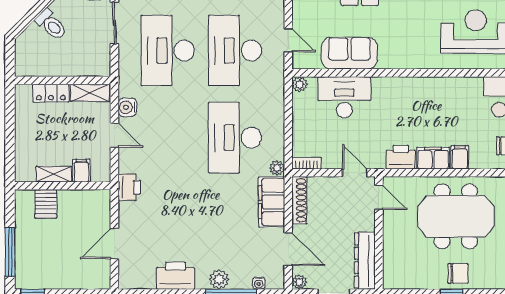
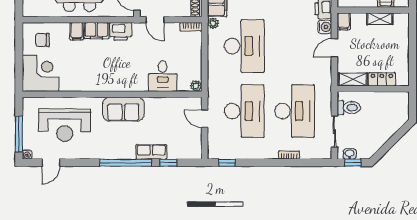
toilet: (51, 25) -> (349, 108), moved, turned 135
sofa: (349, 53) -> (123, 109), moved
desk: (344, 97) -> (163, 76), width x0.73
water cooler: (127, 107) -> (325, 27), moved
door: (114, 135) -> (334, 48), hinge flipped
filing cabinet: (81, 171) -> (344, 21), moved

